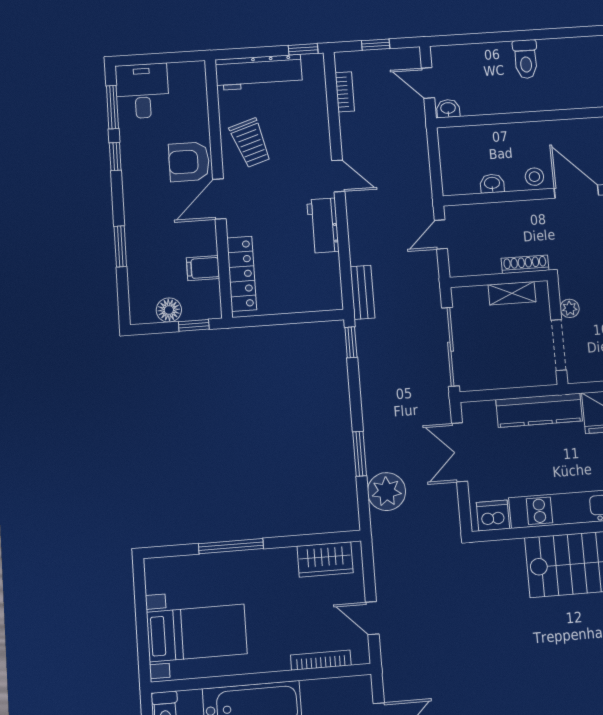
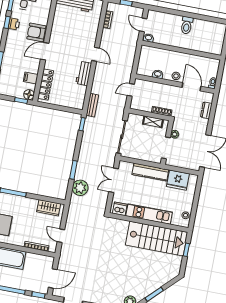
trolley: (250, 143) -> (63, 31), removed
printer: (132, 156) -> (14, 24), added
floor lamp: (169, 310) -> (29, 95), moved

